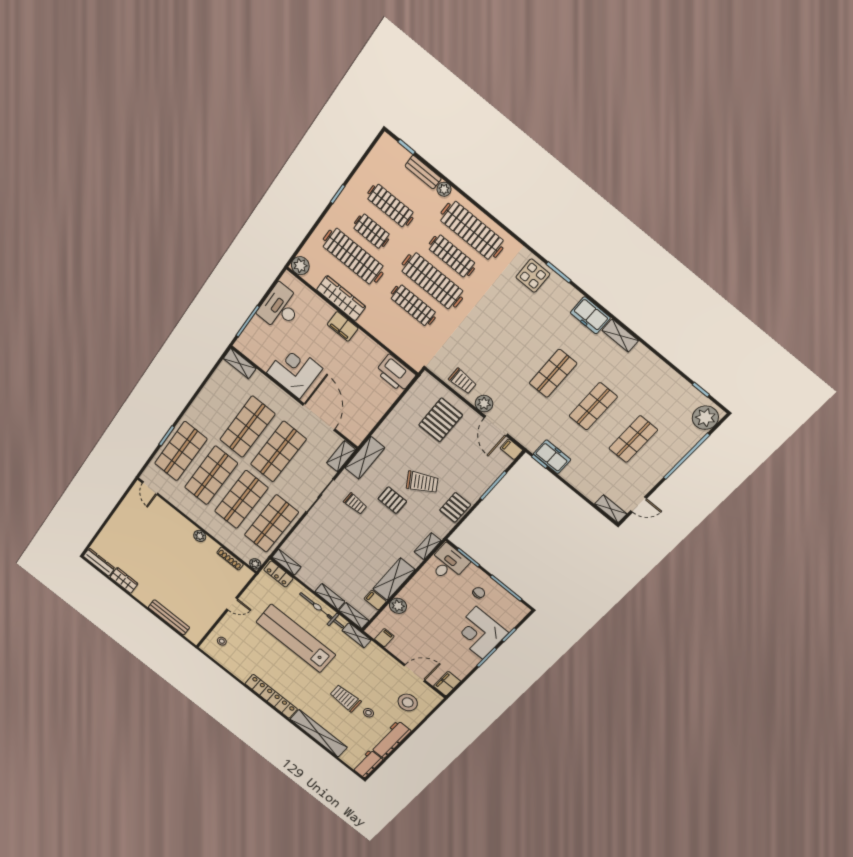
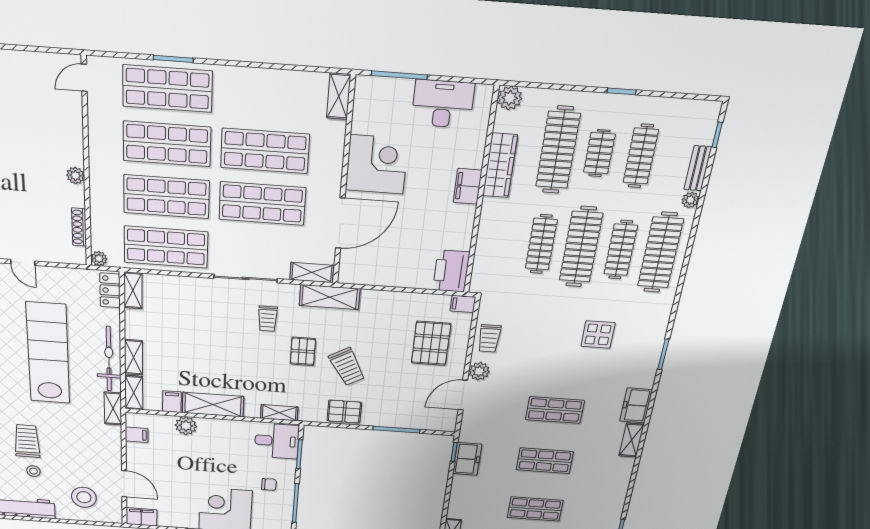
display table: (533, 276) -> (598, 335), moved
pallet: (441, 420) -> (431, 343), turned 90
filing cabinet: (511, 449) -> (463, 304), moved, turned -90

